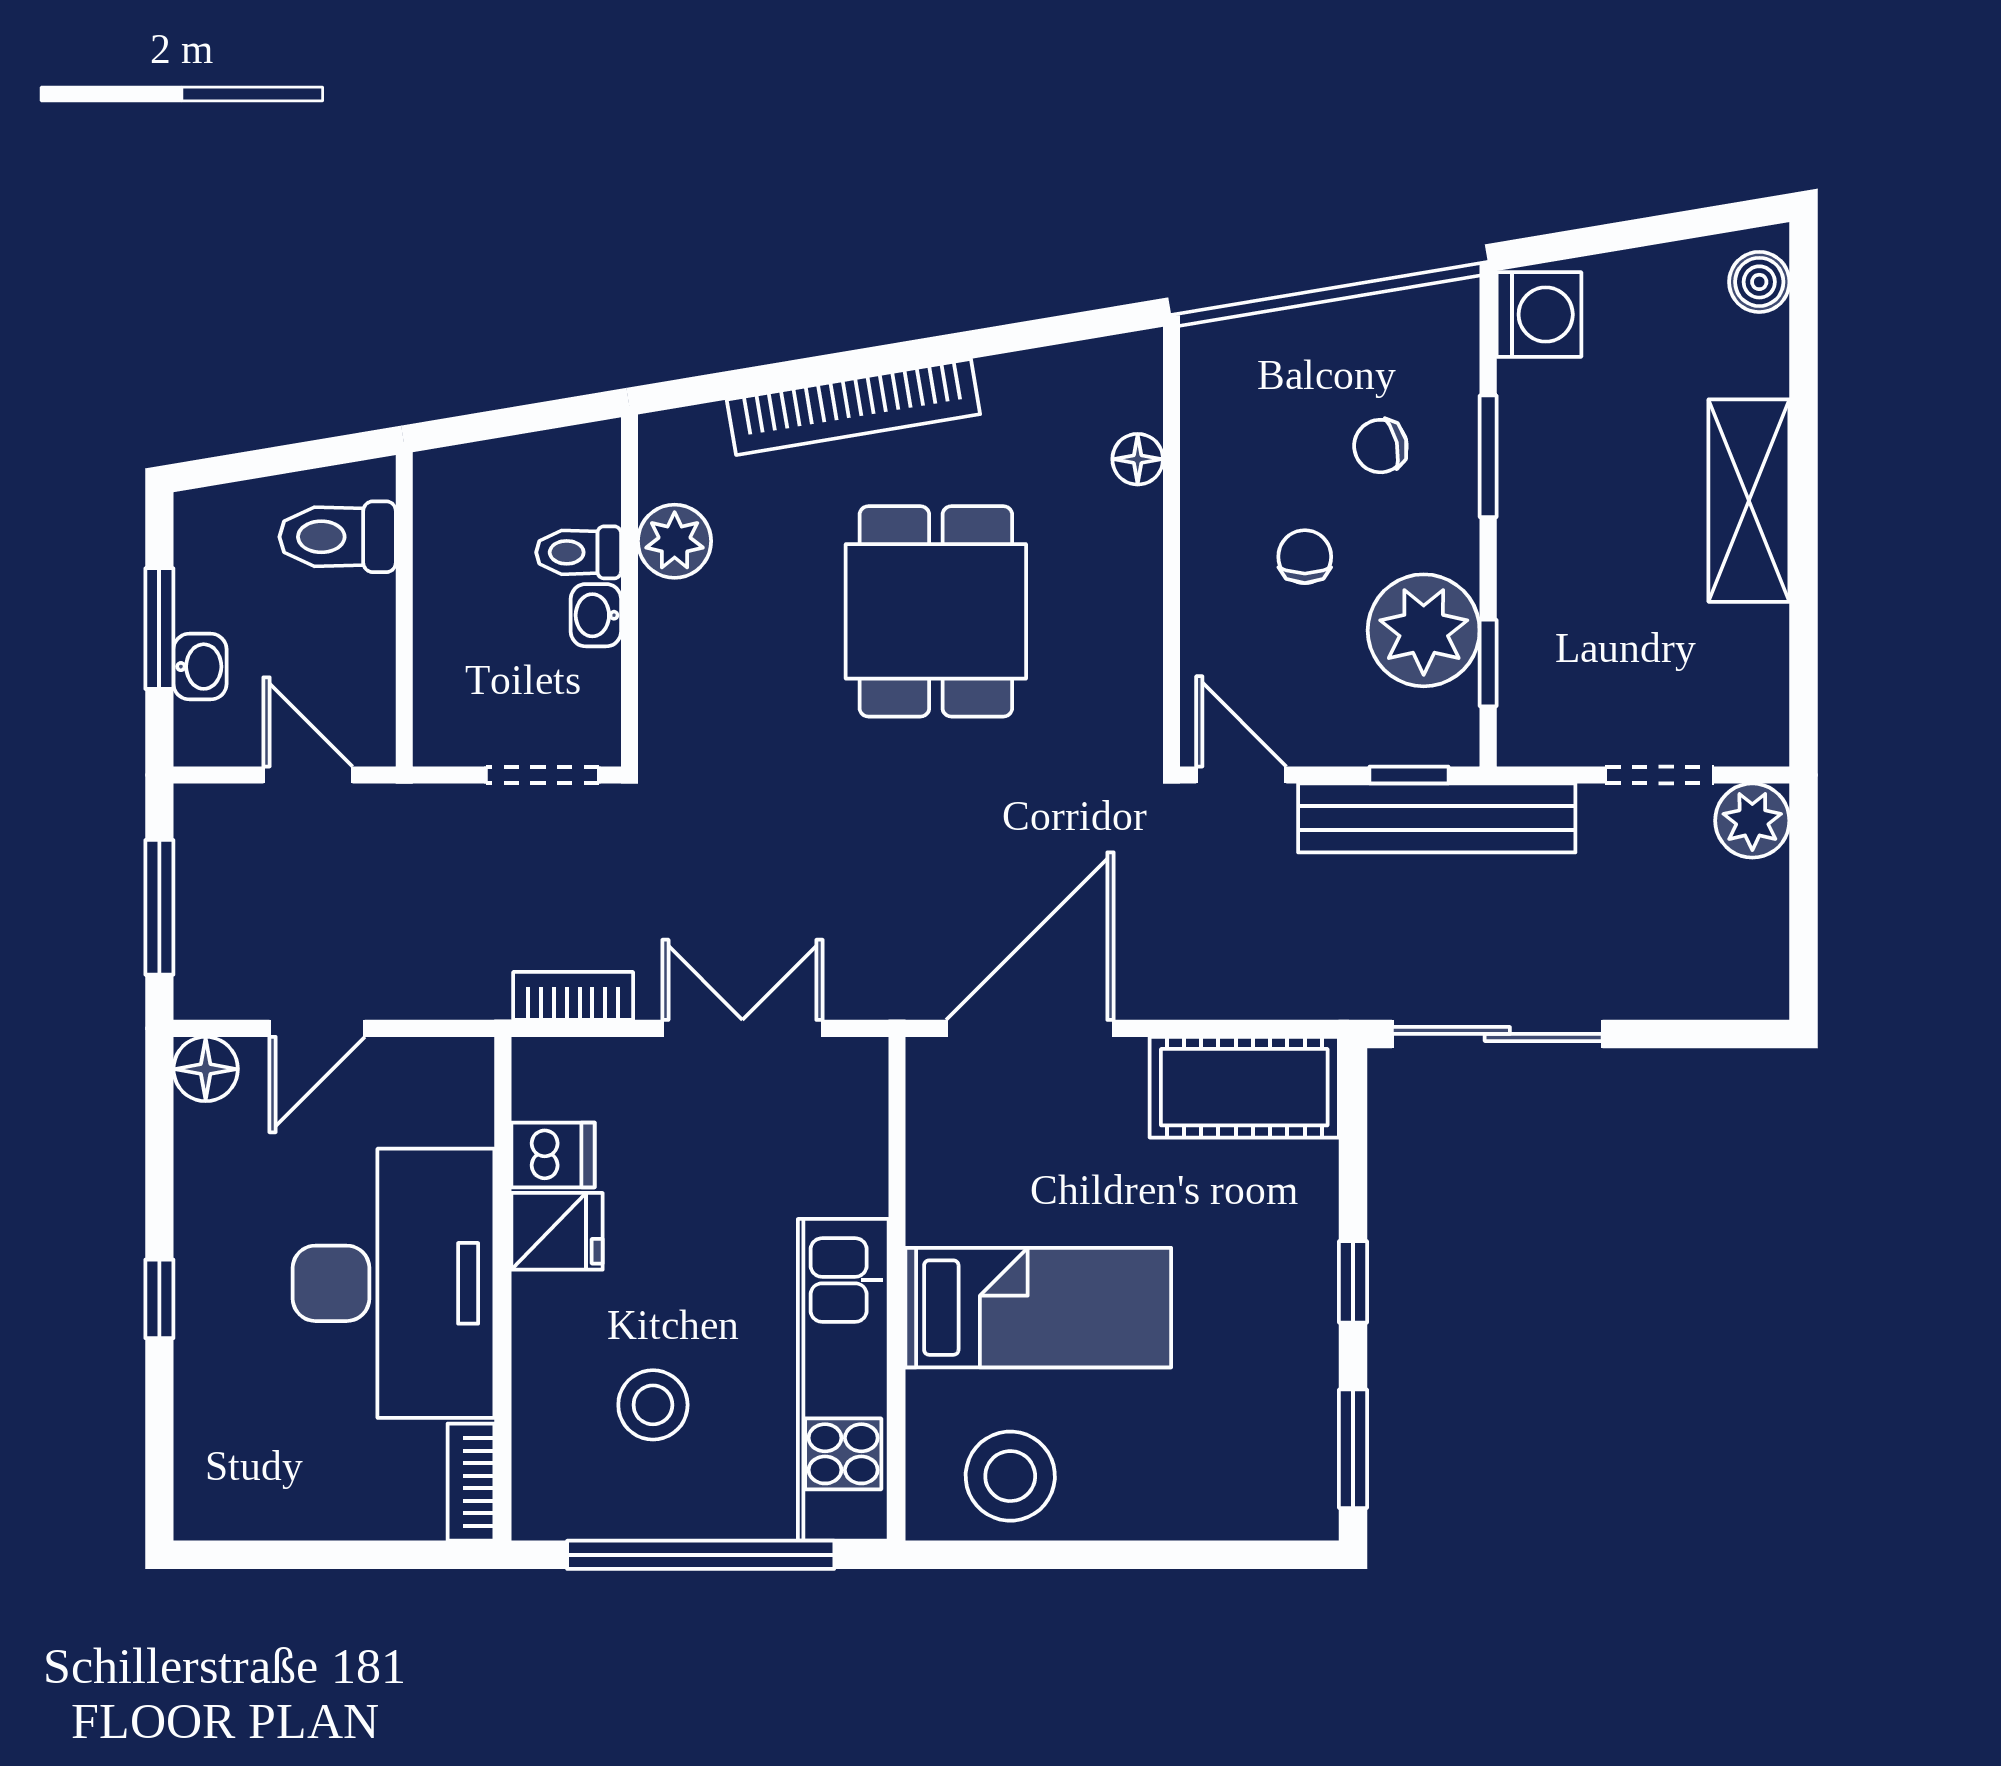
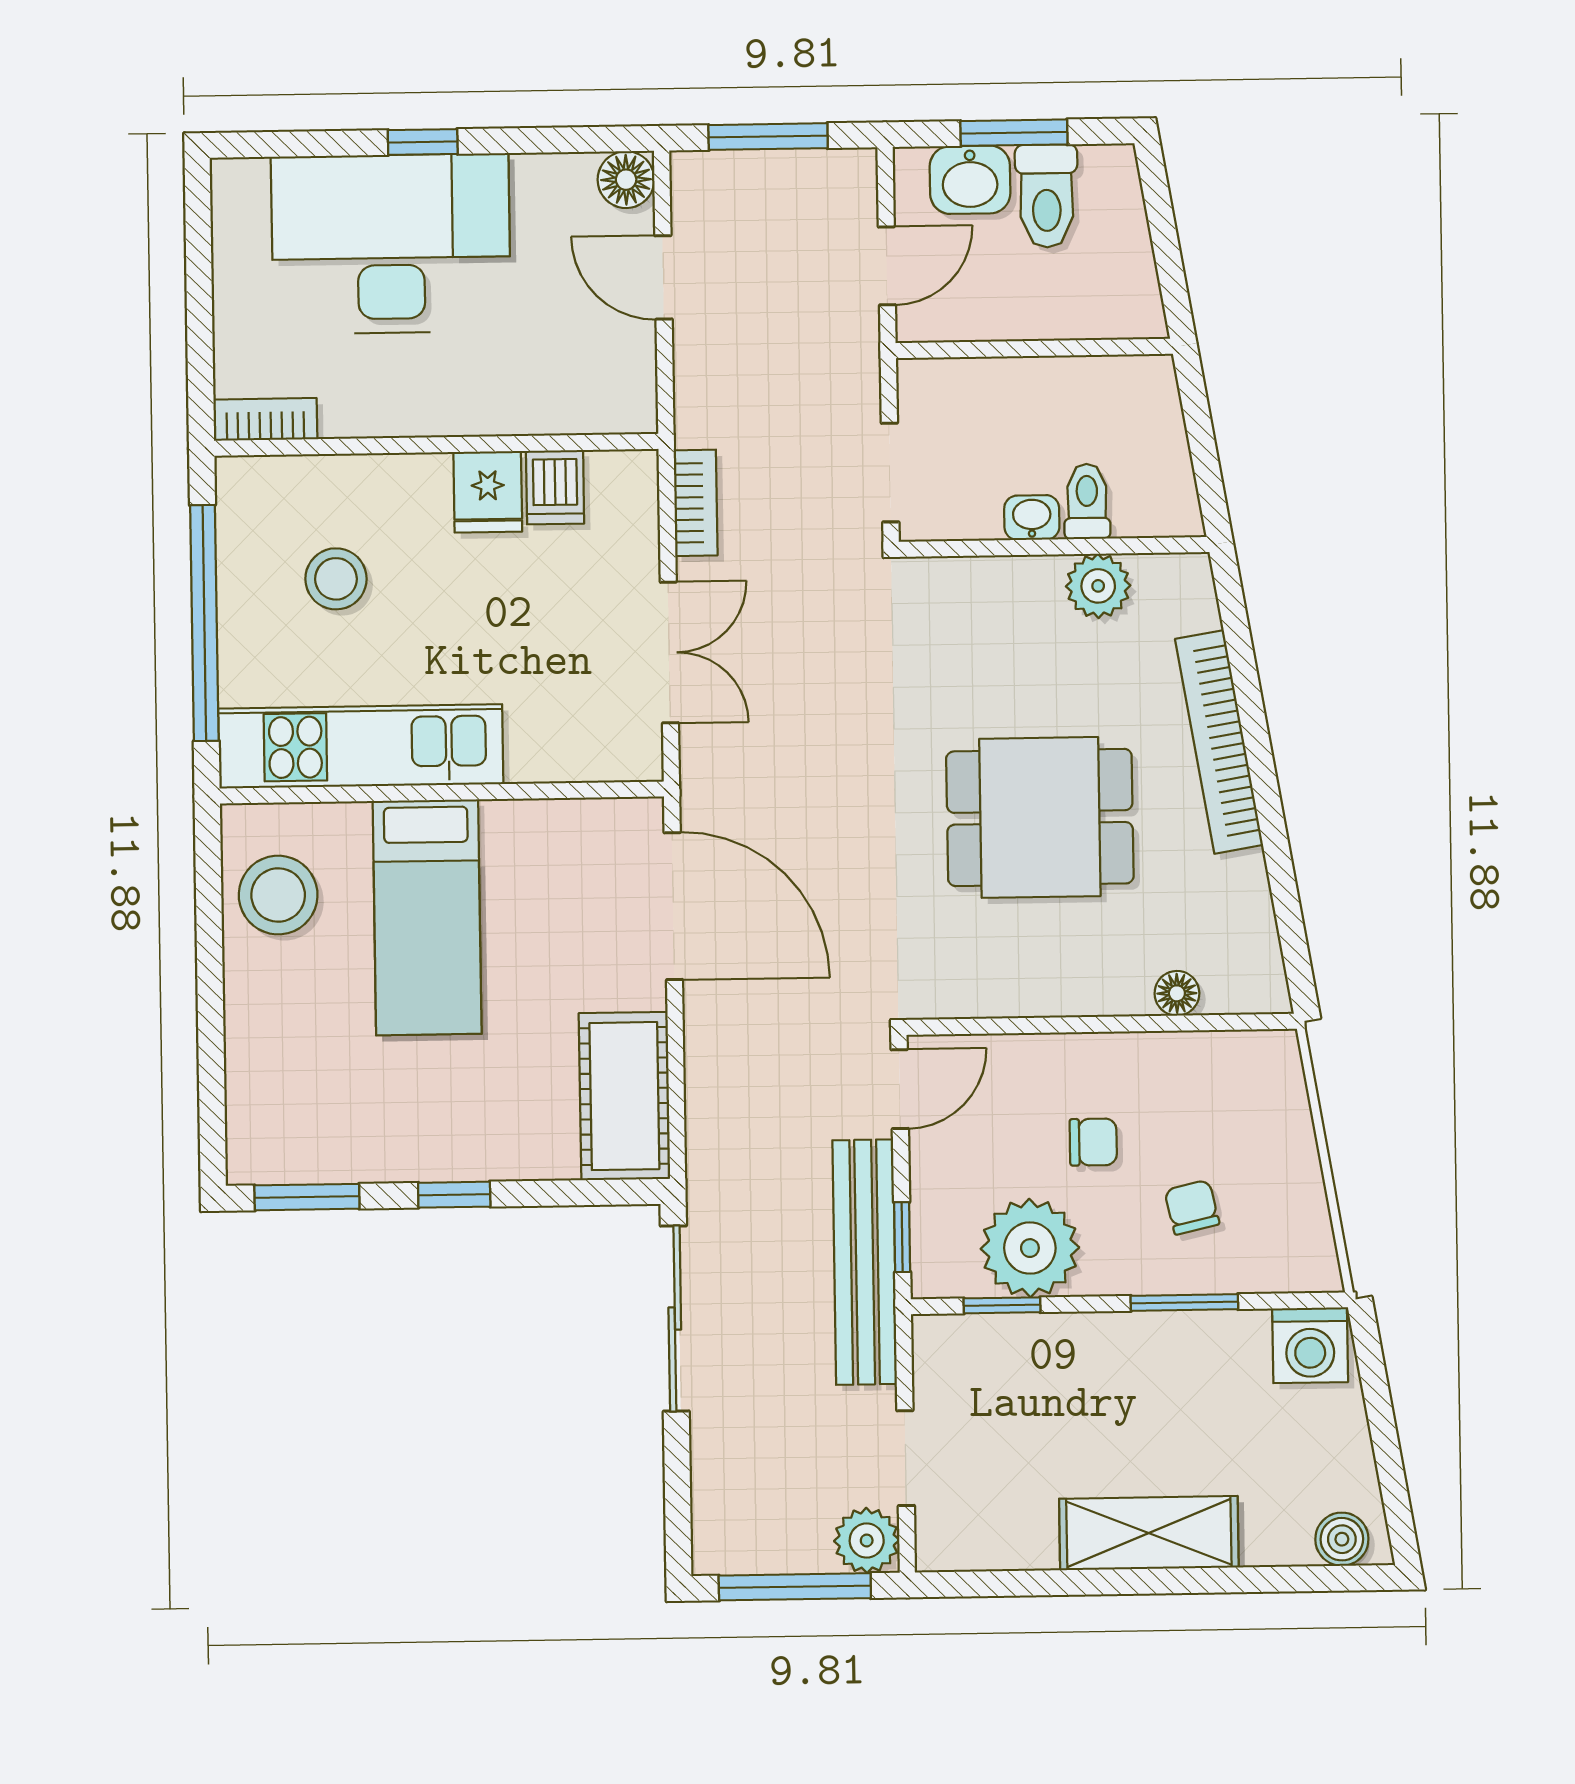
toilet: (338, 537) -> (1047, 196), moved, turned 180
washbasin: (200, 667) -> (970, 180), width x1.38, depth x1.45
window: (1803, 903) -> (795, 1587), added
desk: (394, 1283) -> (391, 244), moved, turned 180

